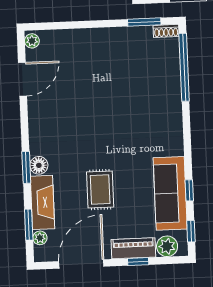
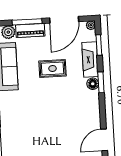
rug: (100, 190) -> (53, 69), turned 90
plant: (40, 238) -> (91, 25), moved
window: (138, 262) -> (27, 22), width x2.17

